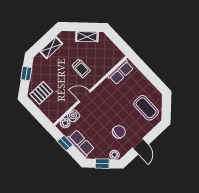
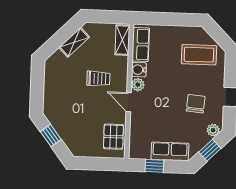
shelving: (51, 48) -> (122, 40), moved
pallet: (41, 93) -> (113, 137), moved
door: (85, 96) -> (129, 102), hinge flipped
water cooler: (73, 116) -> (139, 70), moved
plant: (65, 123) -> (138, 85), moved

